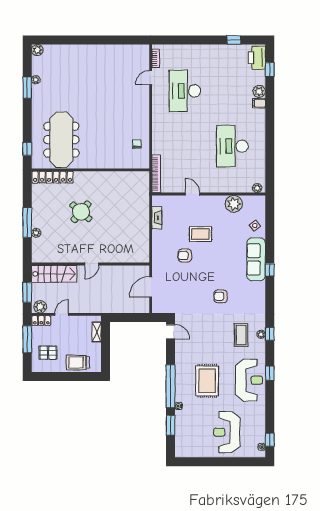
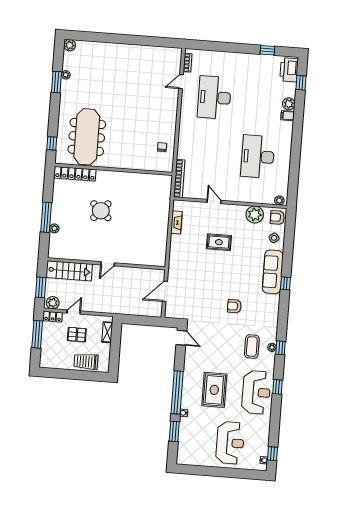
armchair: (185, 256) -> (277, 217), moved
pallet: (48, 353) -> (77, 335), moved
reception desk: (227, 432) -> (230, 443), turned 180

